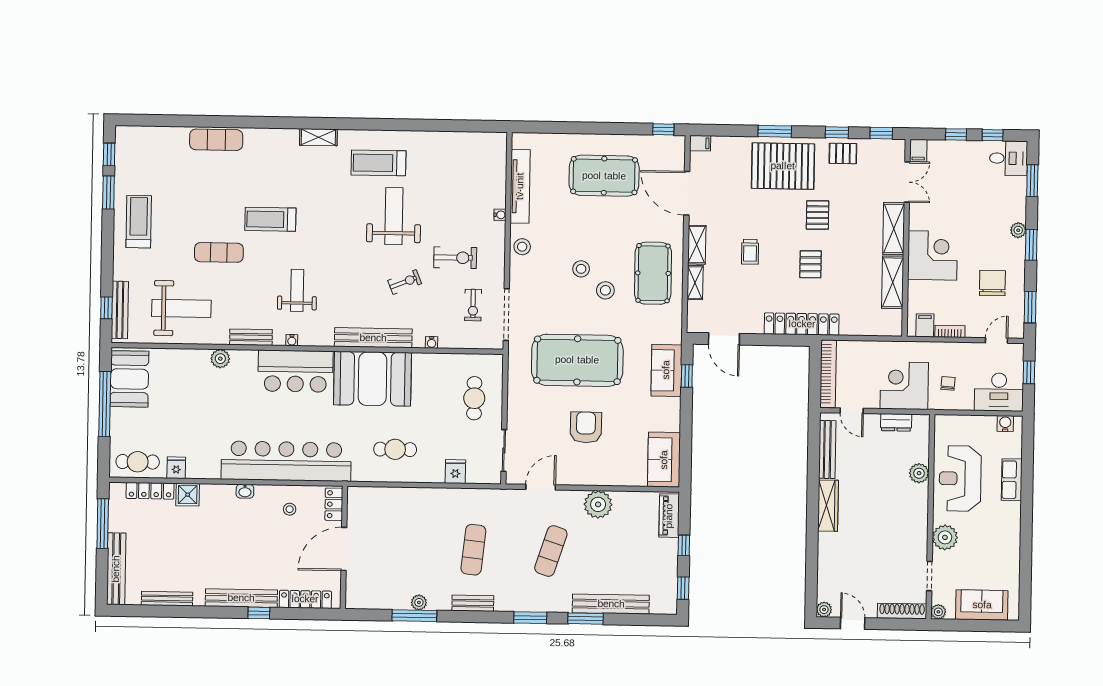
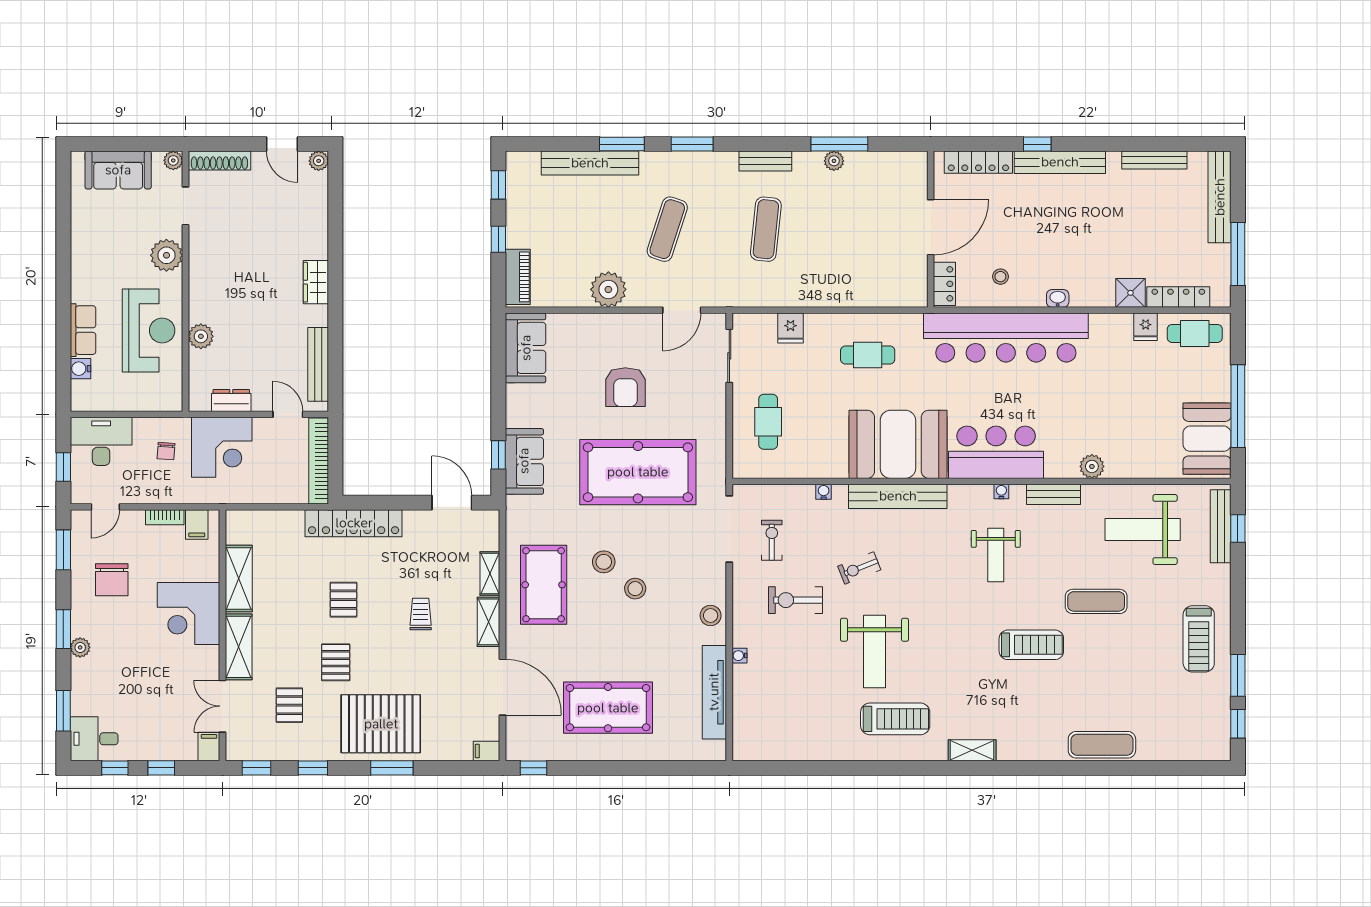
pallet: (843, 153) -> (289, 705), moved, turned 90
water cooler: (1005, 424) -> (80, 369), moved, turned 90
wardrobe: (828, 506) -> (316, 282), width x0.67

